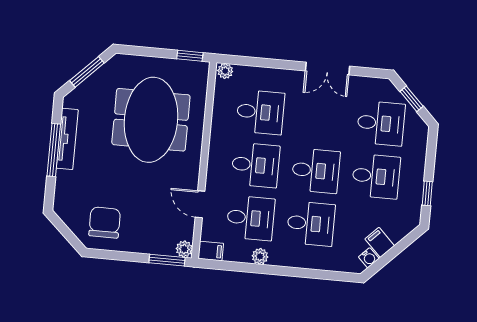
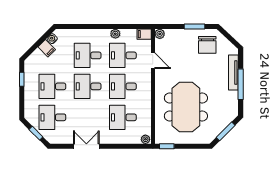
tv unit: (67, 139) -> (233, 73), moved
window: (167, 260) -> (194, 27), moved

